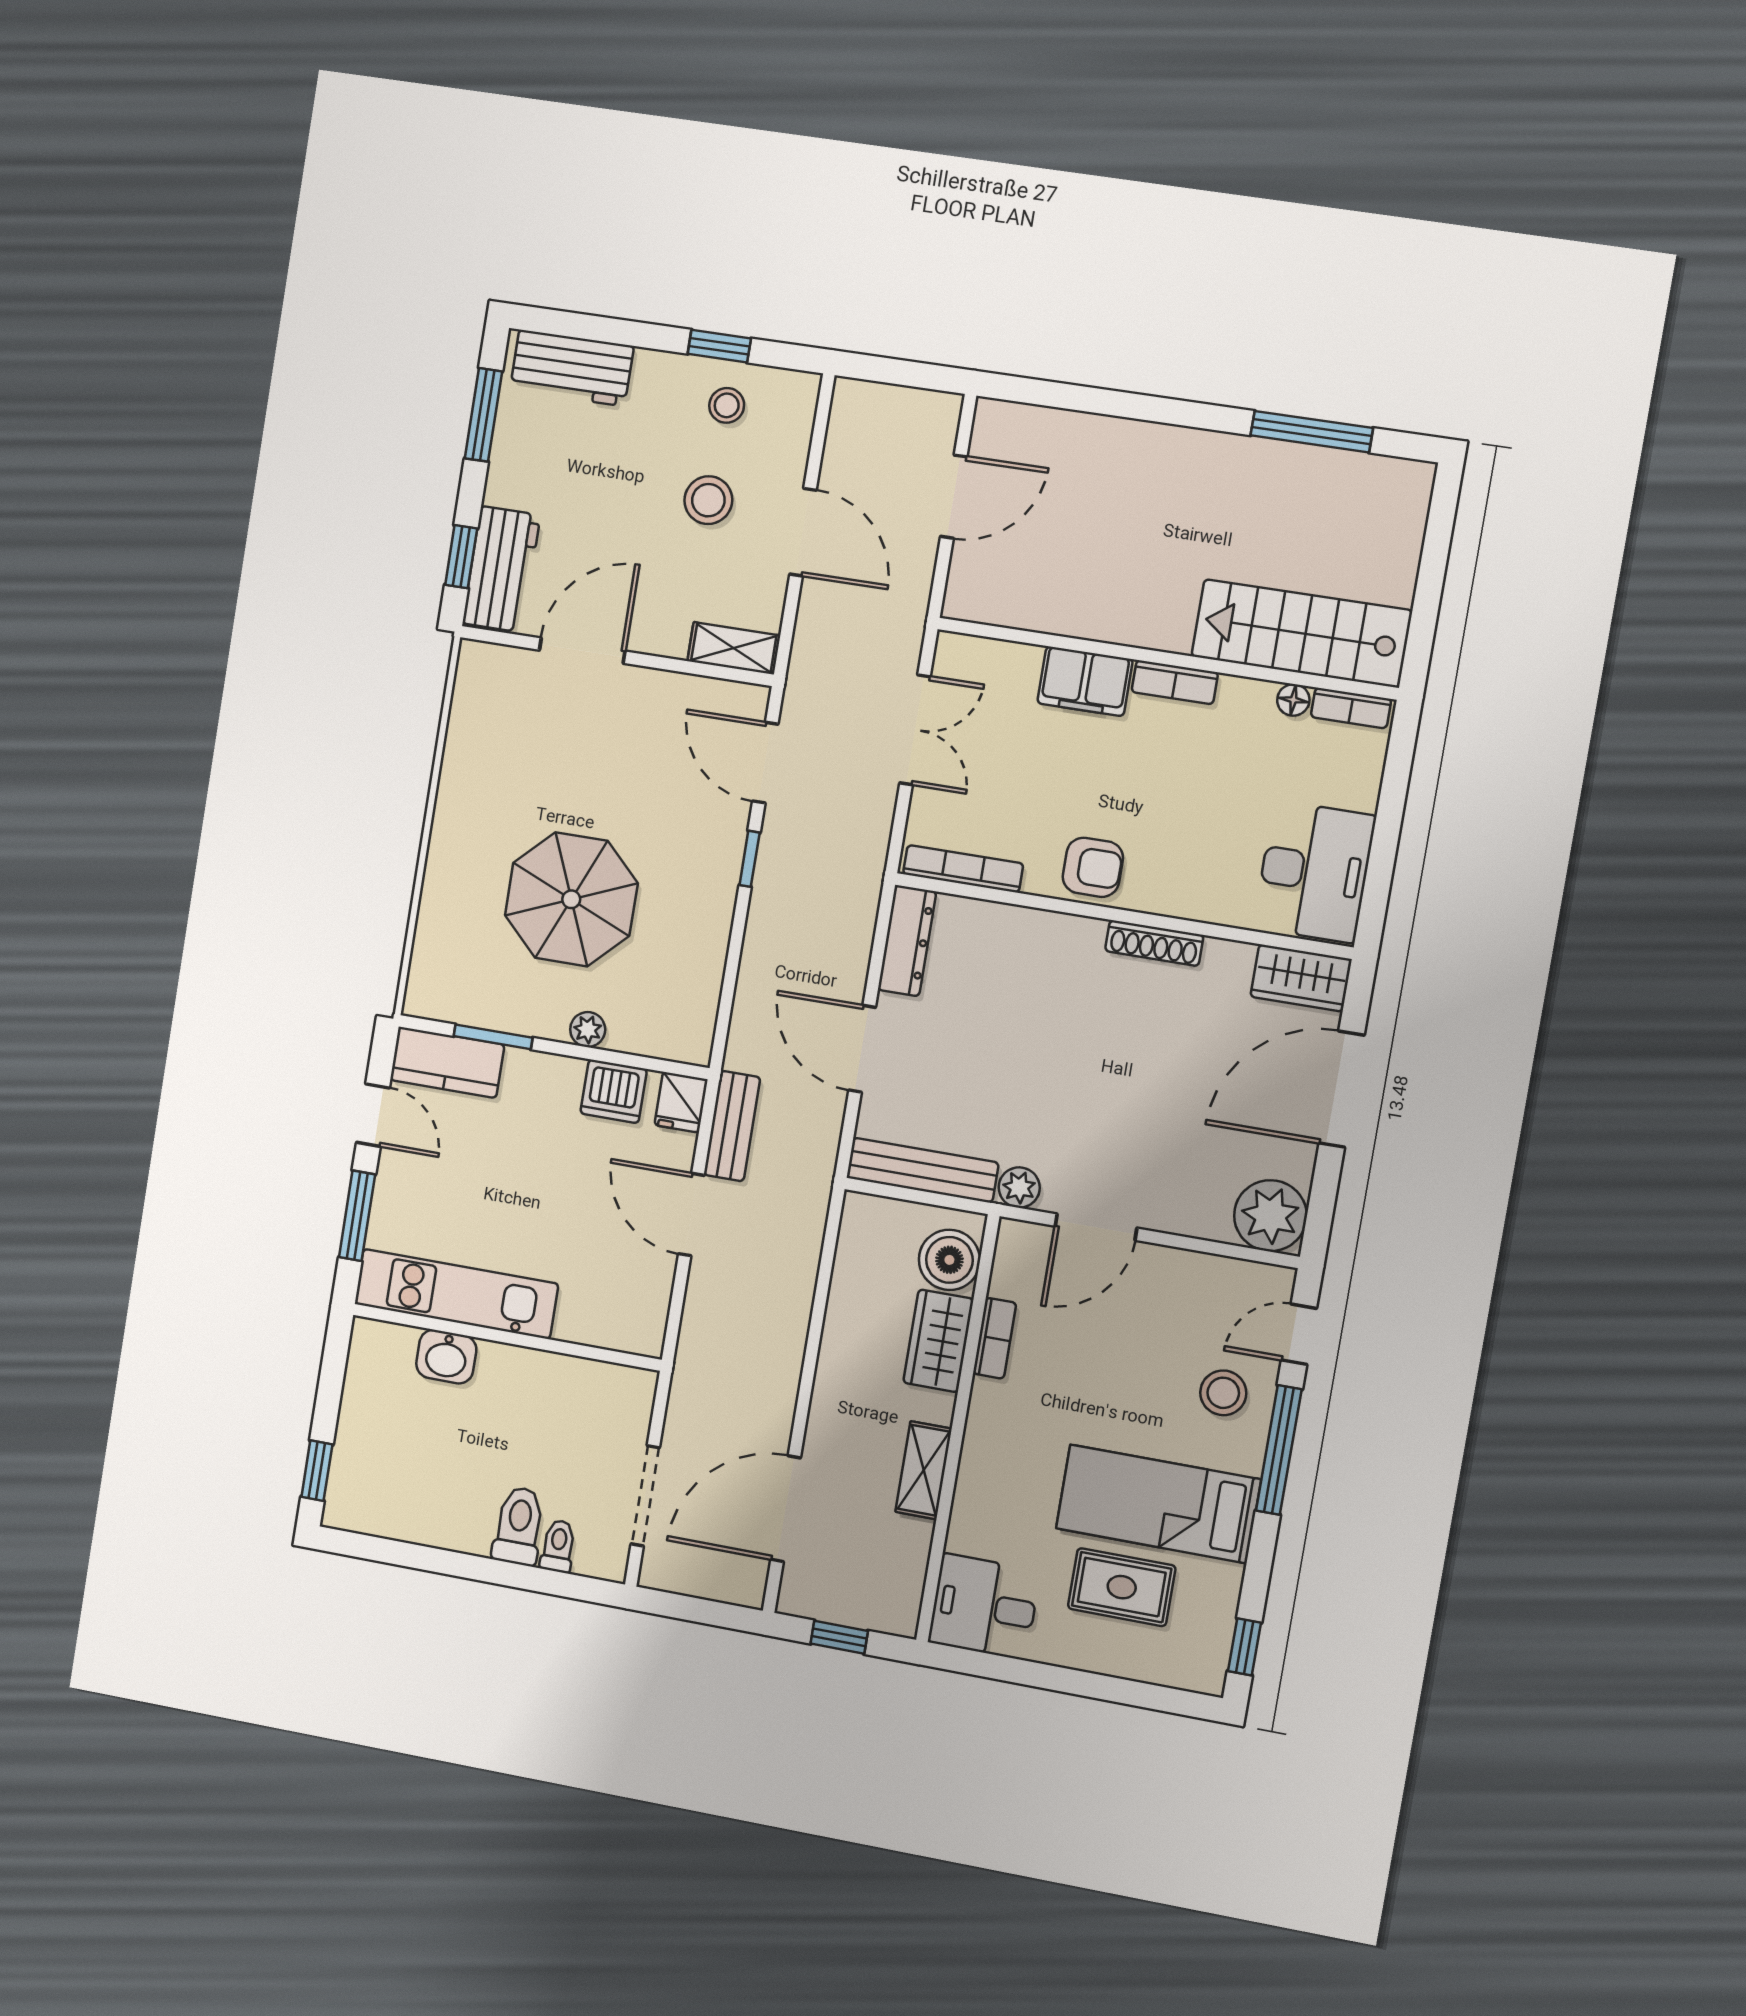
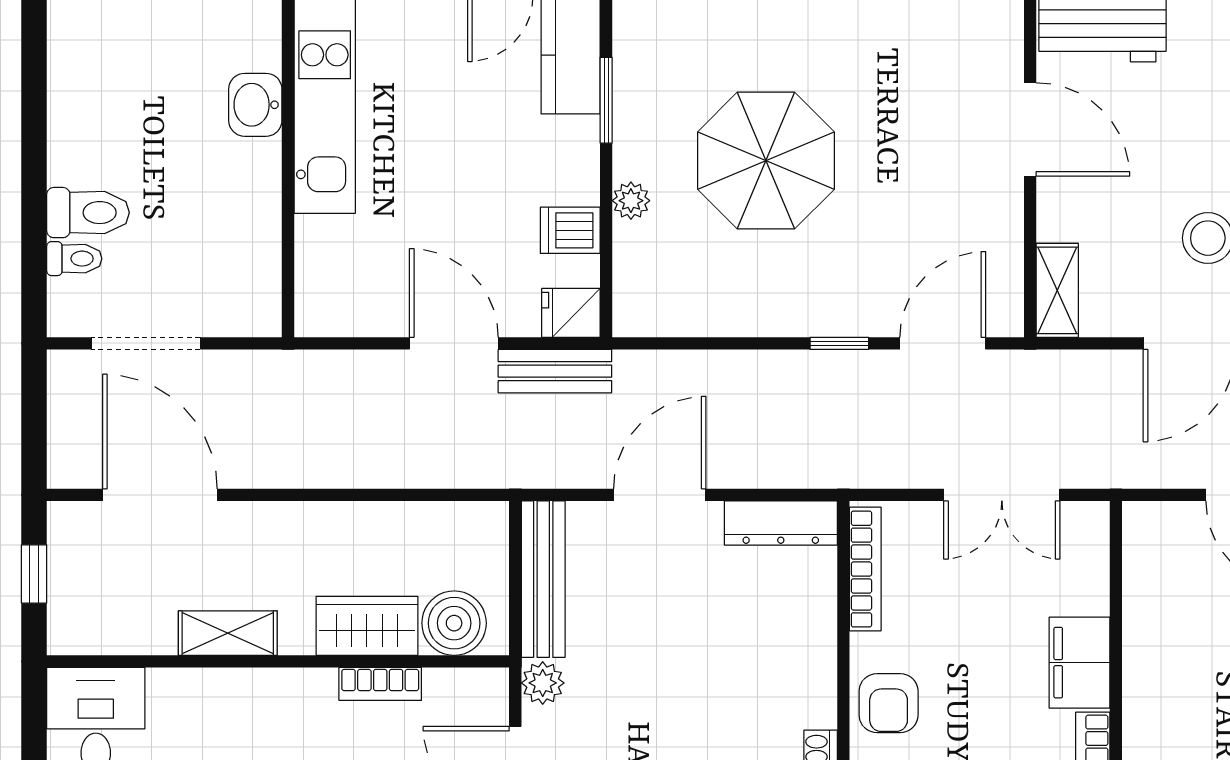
dishwasher: (614, 1091) -> (570, 230), width x0.73
door: (691, 1215) -> (454, 343), hinge flipped

